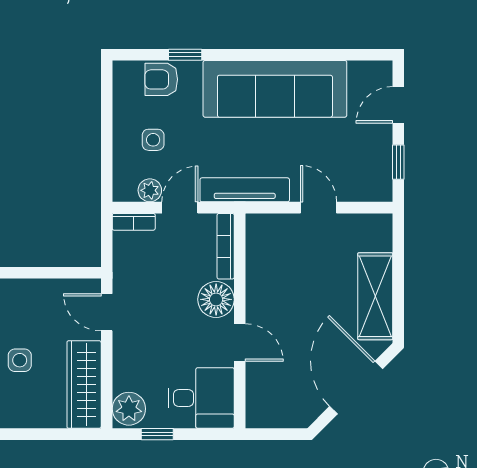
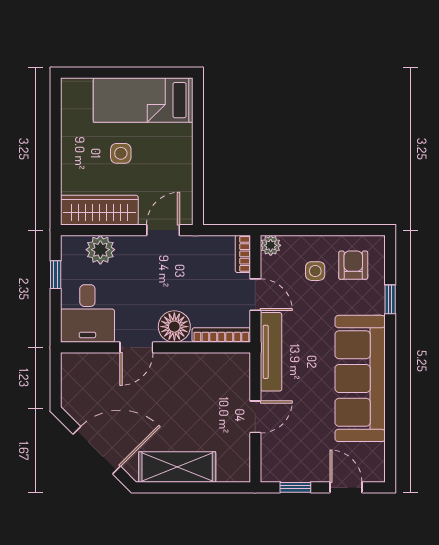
armchair: (161, 79) -> (353, 265), moved
plant: (150, 190) -> (271, 245), moved
plant: (129, 409) -> (100, 250), moved

